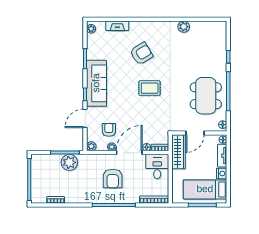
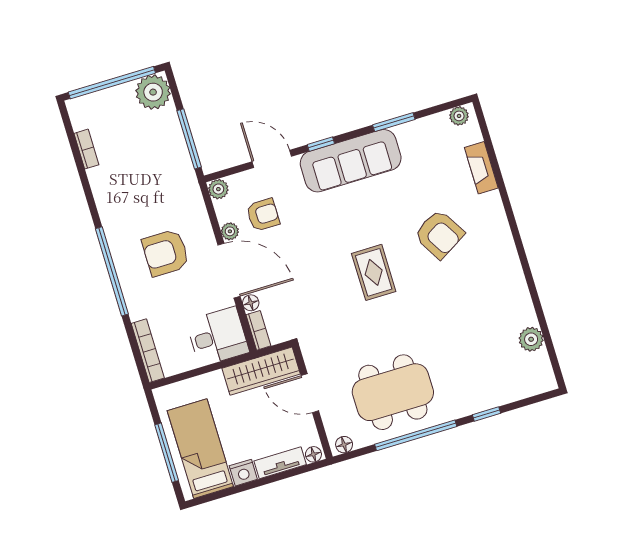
plant: (184, 27) -> (531, 339), moved
plant: (69, 162) -> (153, 92), moved

